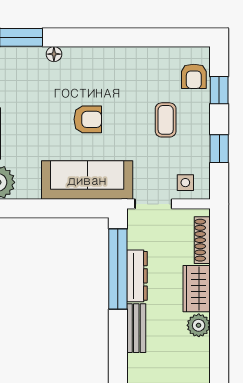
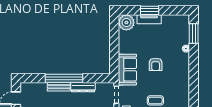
sofa: (87, 180) -> (127, 70), width x0.73
window: (118, 269) -> (64, 78), moved

